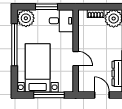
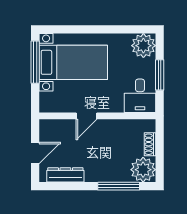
window: (14, 45) -> (106, 29), removed
window: (49, 95) -> (35, 62), moved

